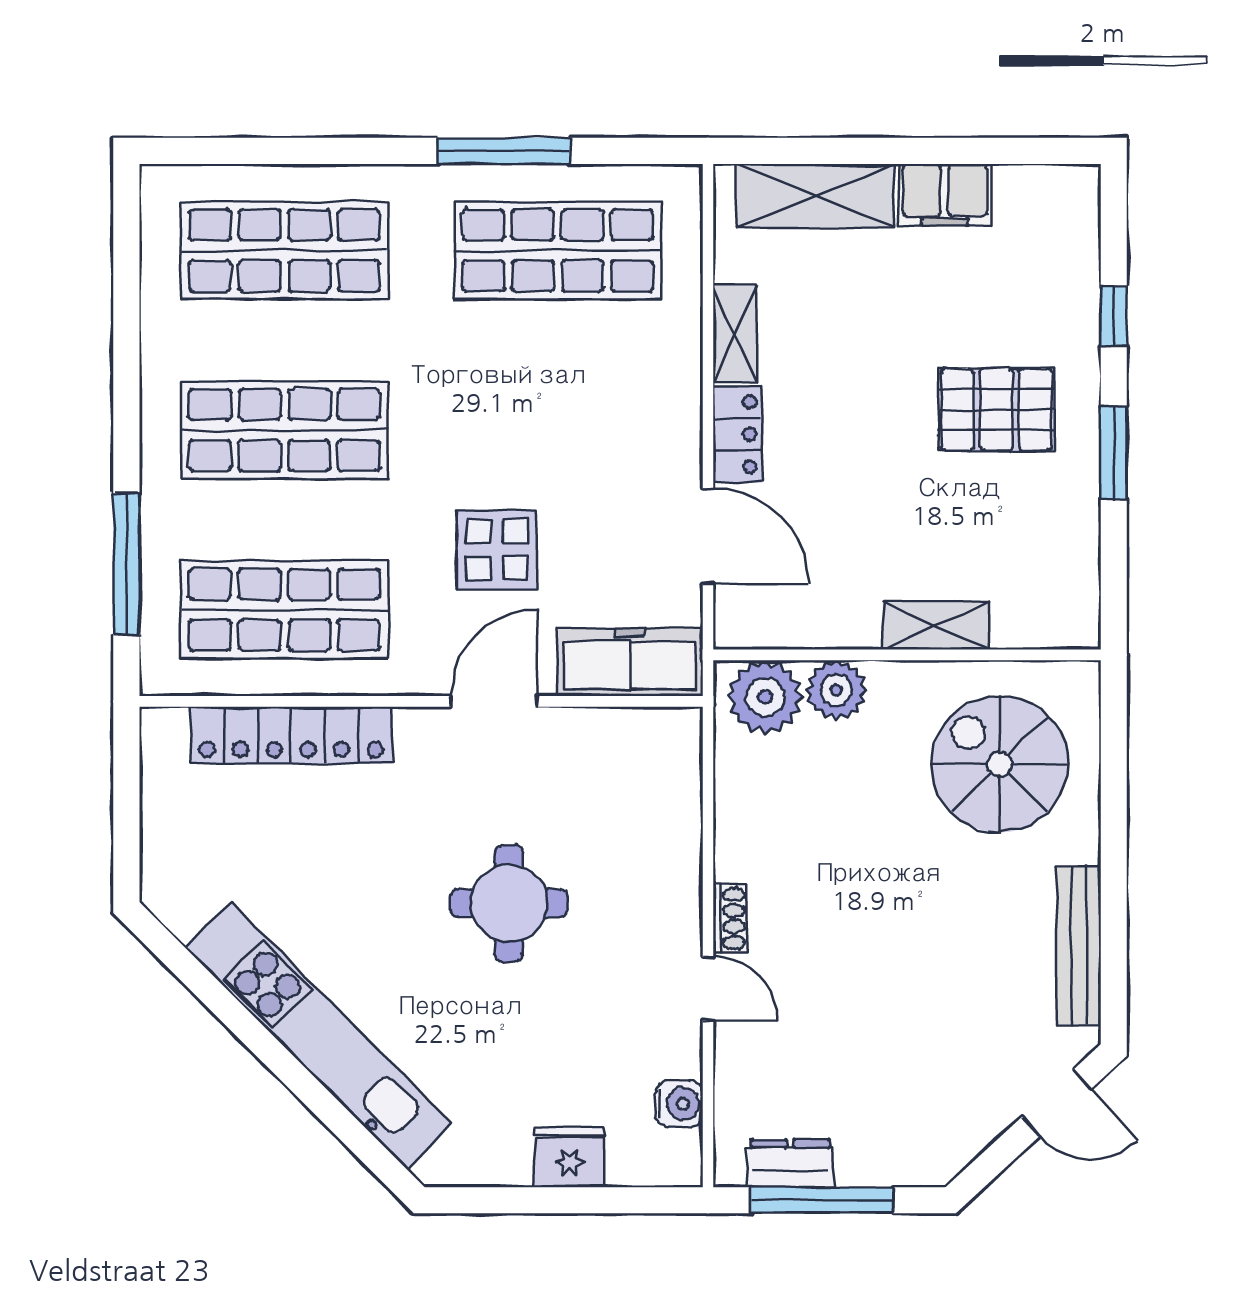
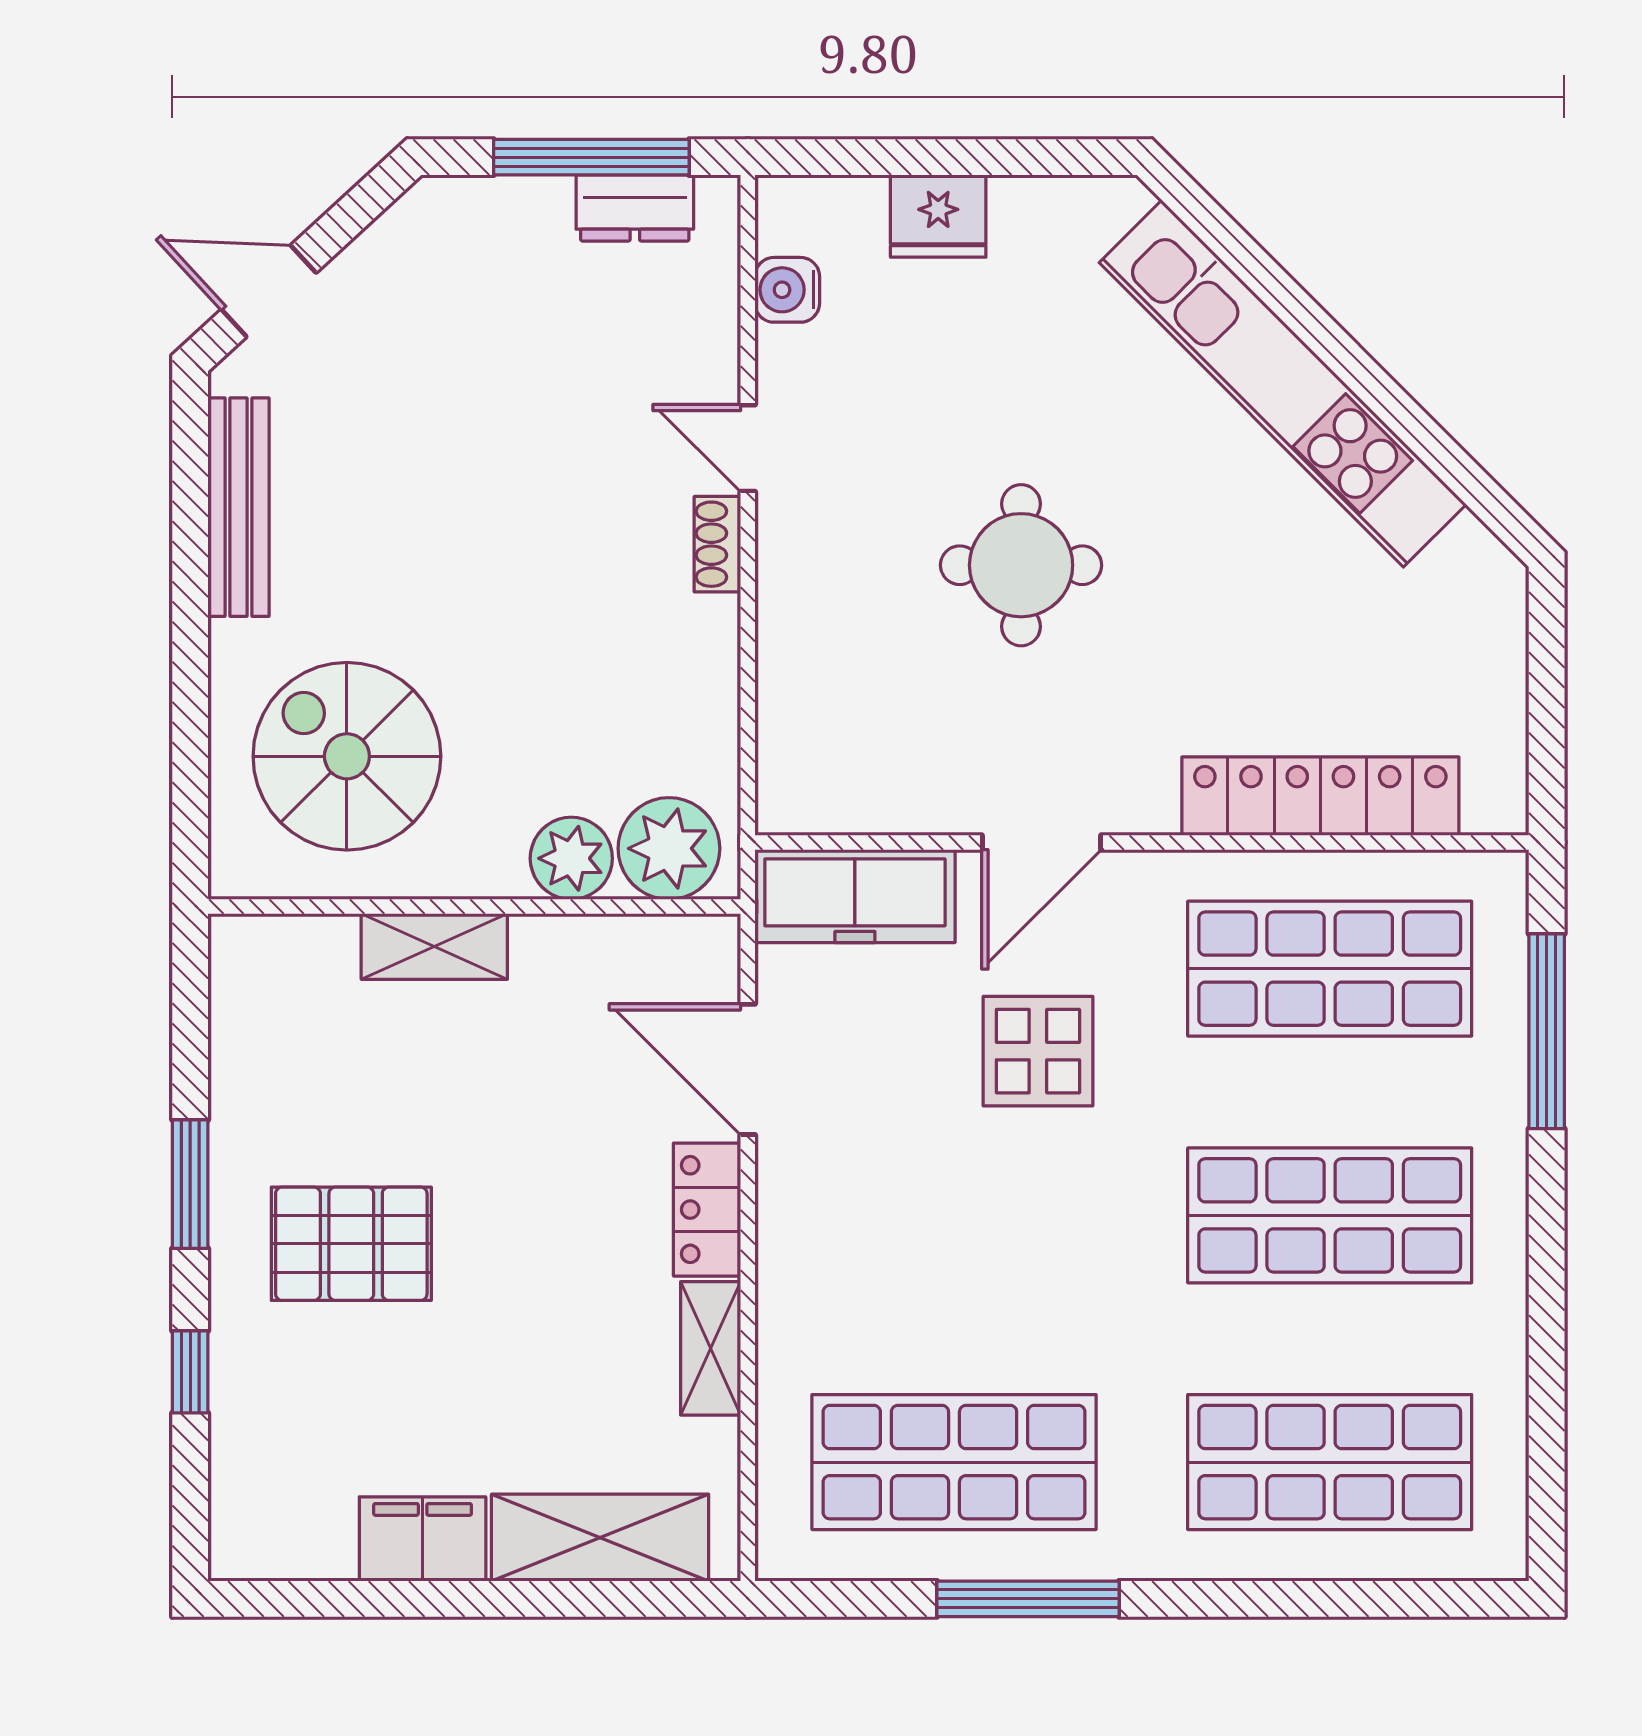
spiral stairs: (1000, 764) -> (347, 756), turned 180

